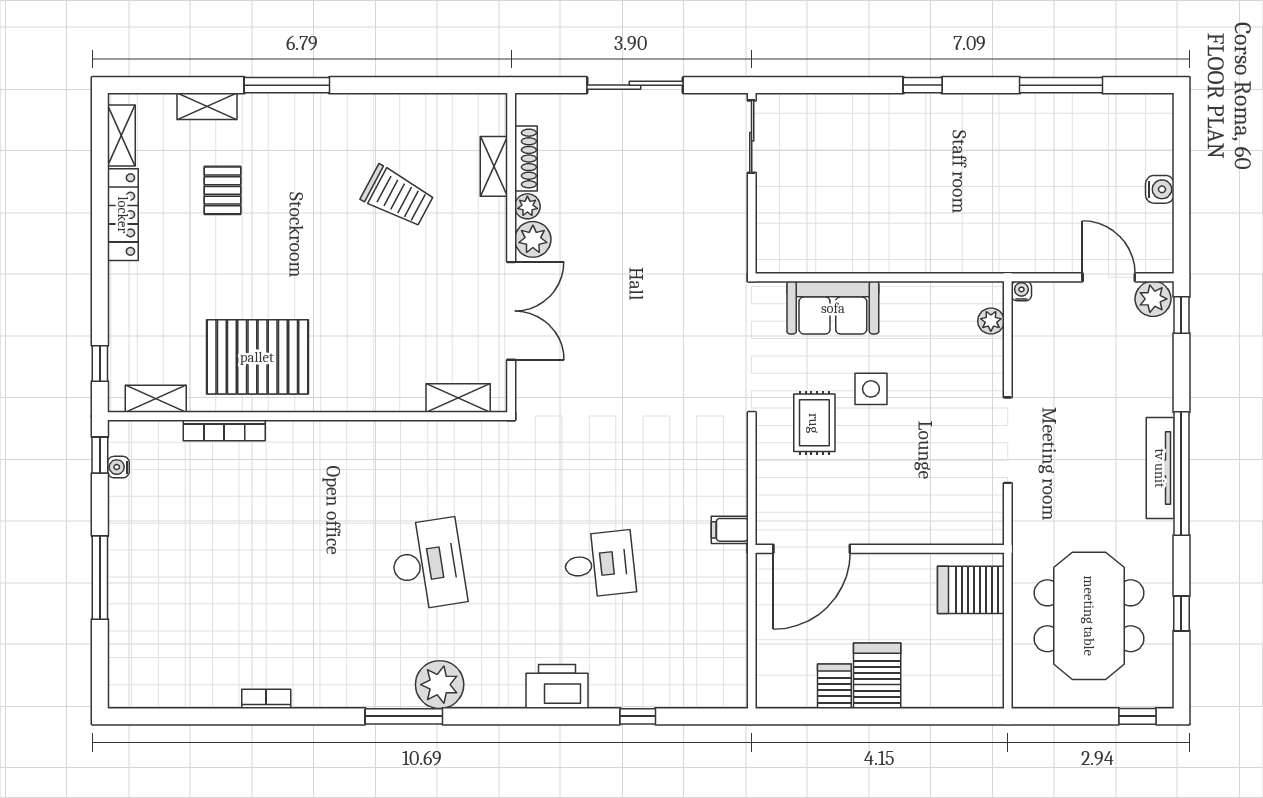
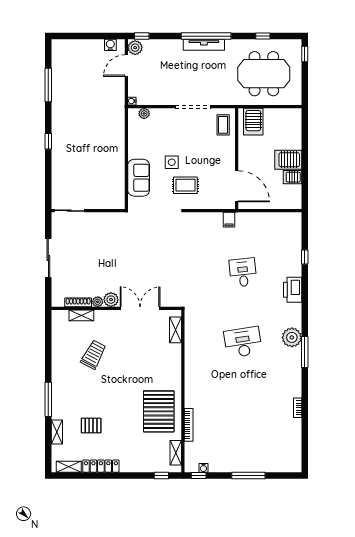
water cooler: (1160, 189) -> (110, 45), moved
coffee table: (963, 515) -> (223, 125), added

